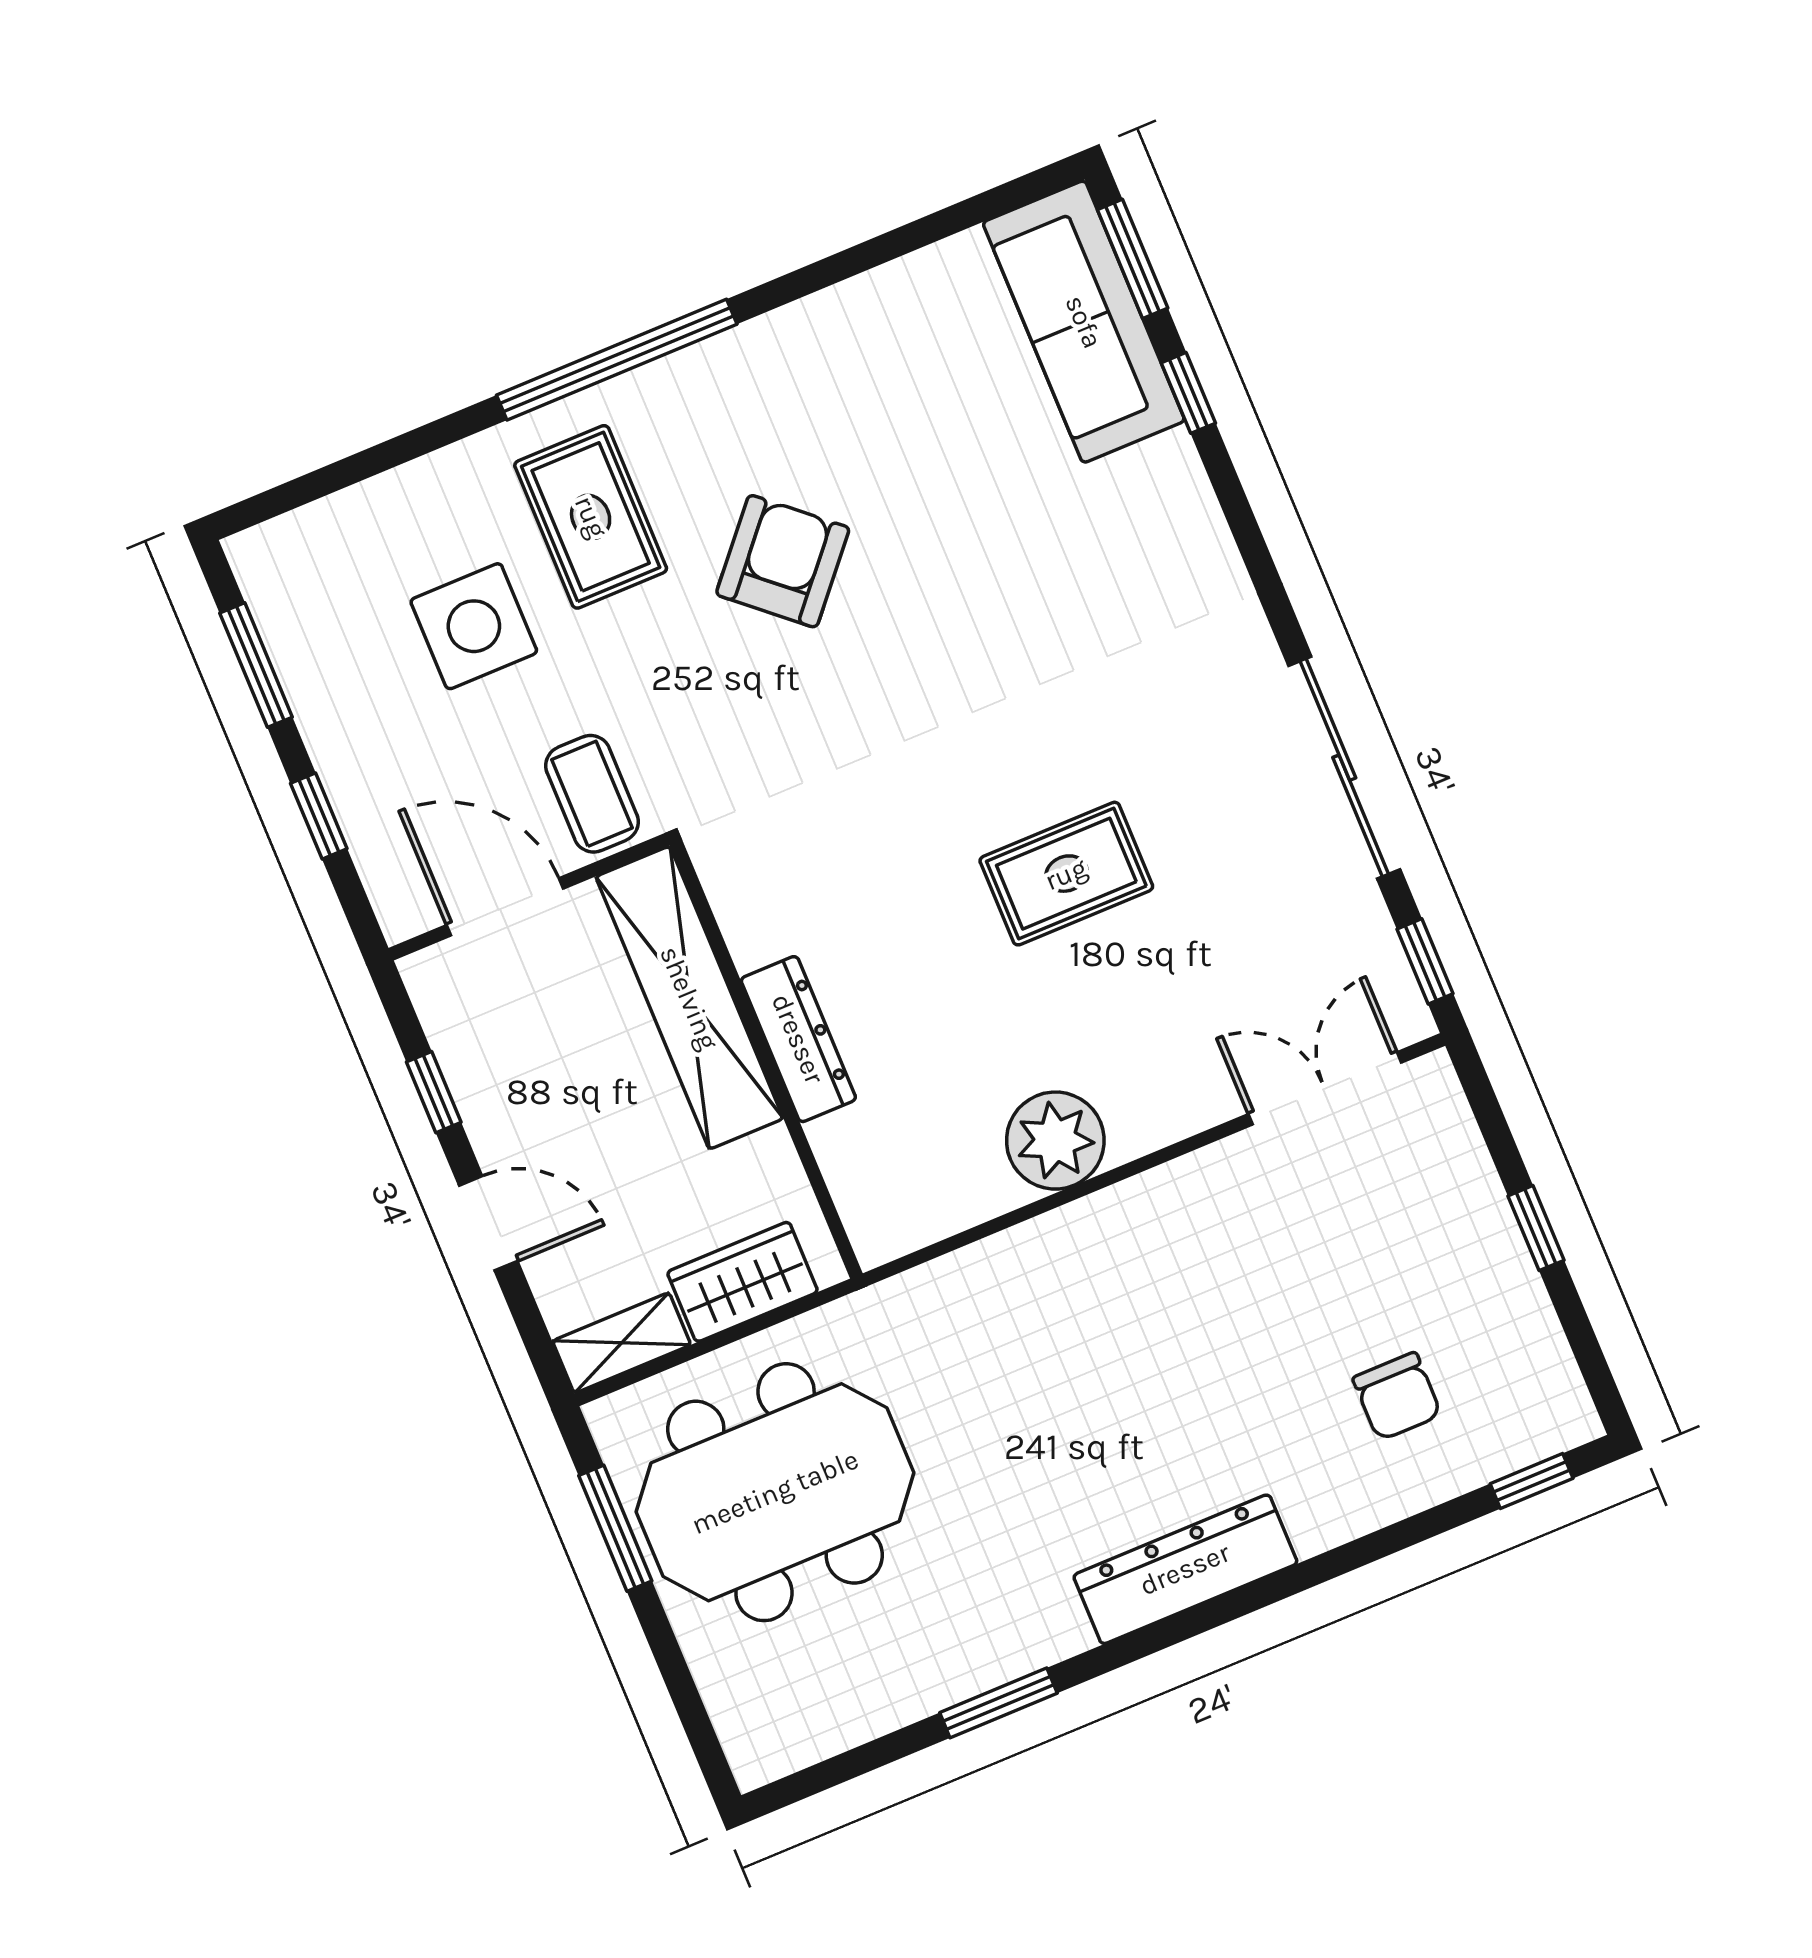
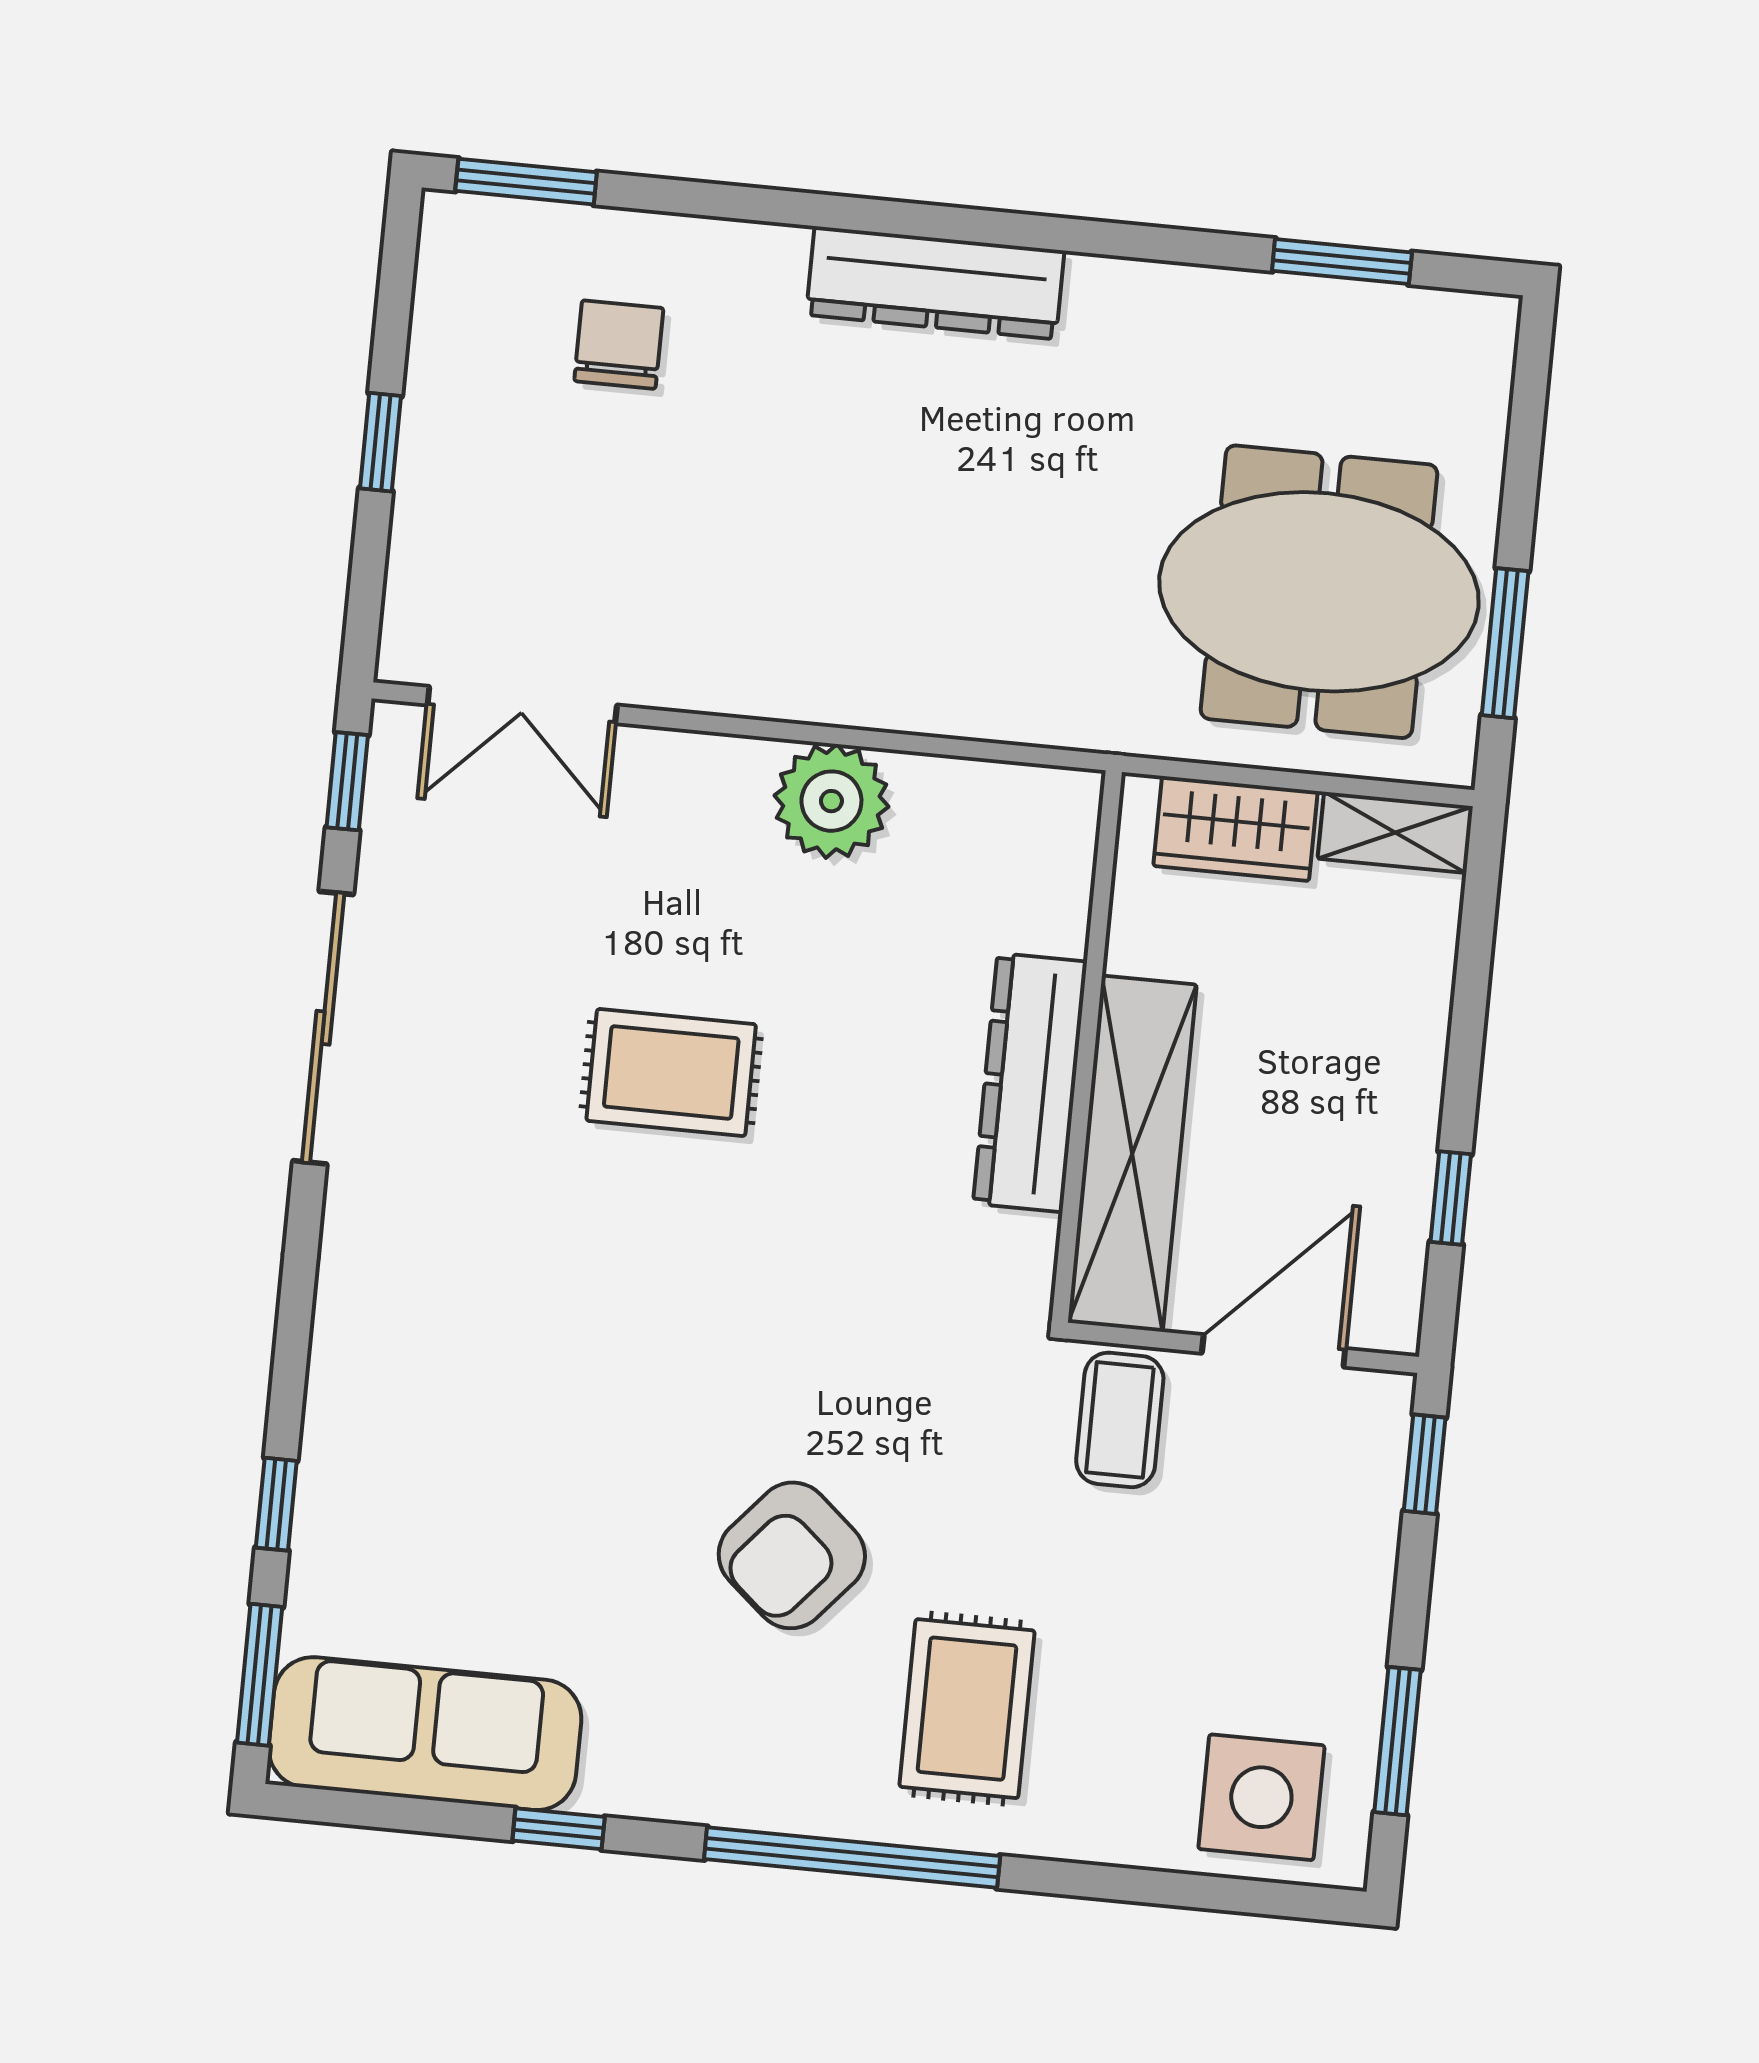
window: (848, 264) -> (559, 1829), added
sofa: (1084, 322) -> (425, 1734), moved, turned -90
side table: (474, 626) -> (1261, 1797), moved
window: (319, 816) -> (1425, 1464), moved
door: (505, 907) -> (1274, 1351), swing flipped
dresser: (798, 1039) -> (1030, 1083), width x1.37, depth x1.24
door: (488, 1223) -> (1467, 1031), removed
window: (1532, 1481) -> (526, 182), width x1.50
window: (998, 1703) -> (1342, 262), moved

